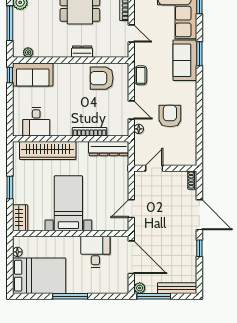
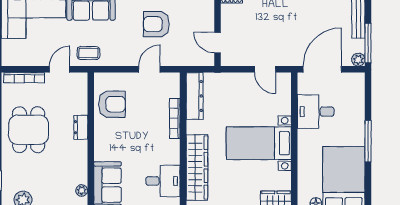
coffee table: (141, 75) -> (88, 53), moved
armchair: (102, 78) -> (112, 104), turned -90
floor lamp: (139, 129) -> (171, 61), removed

